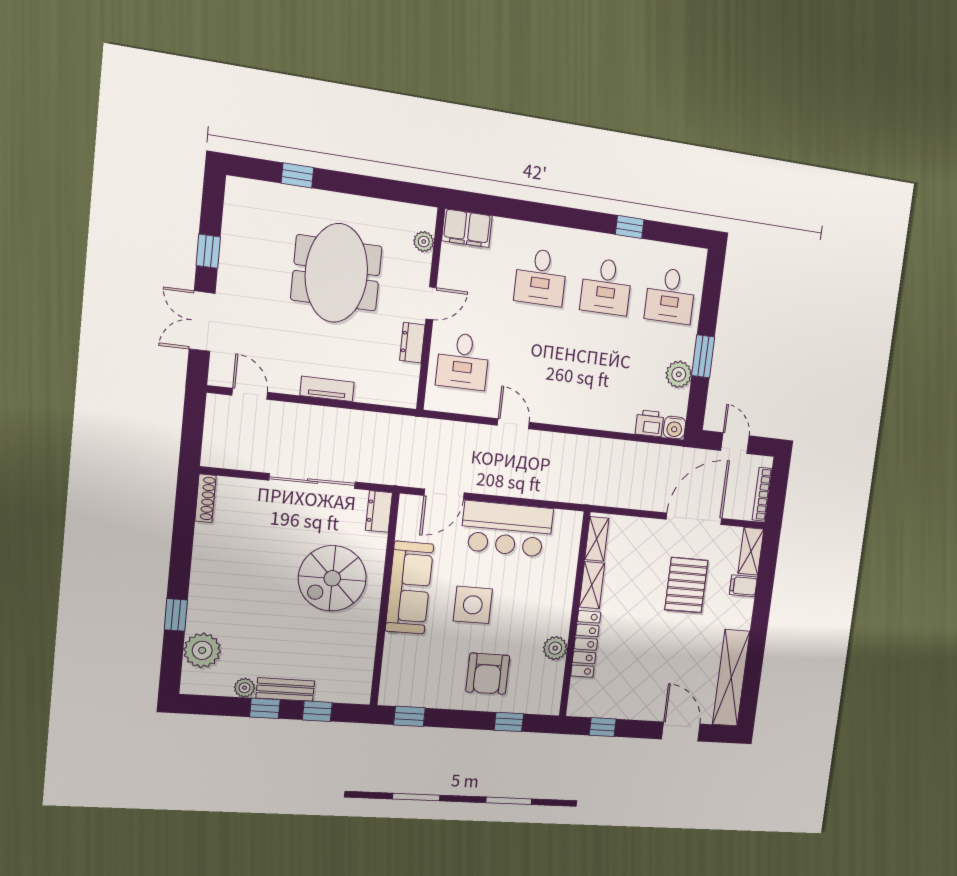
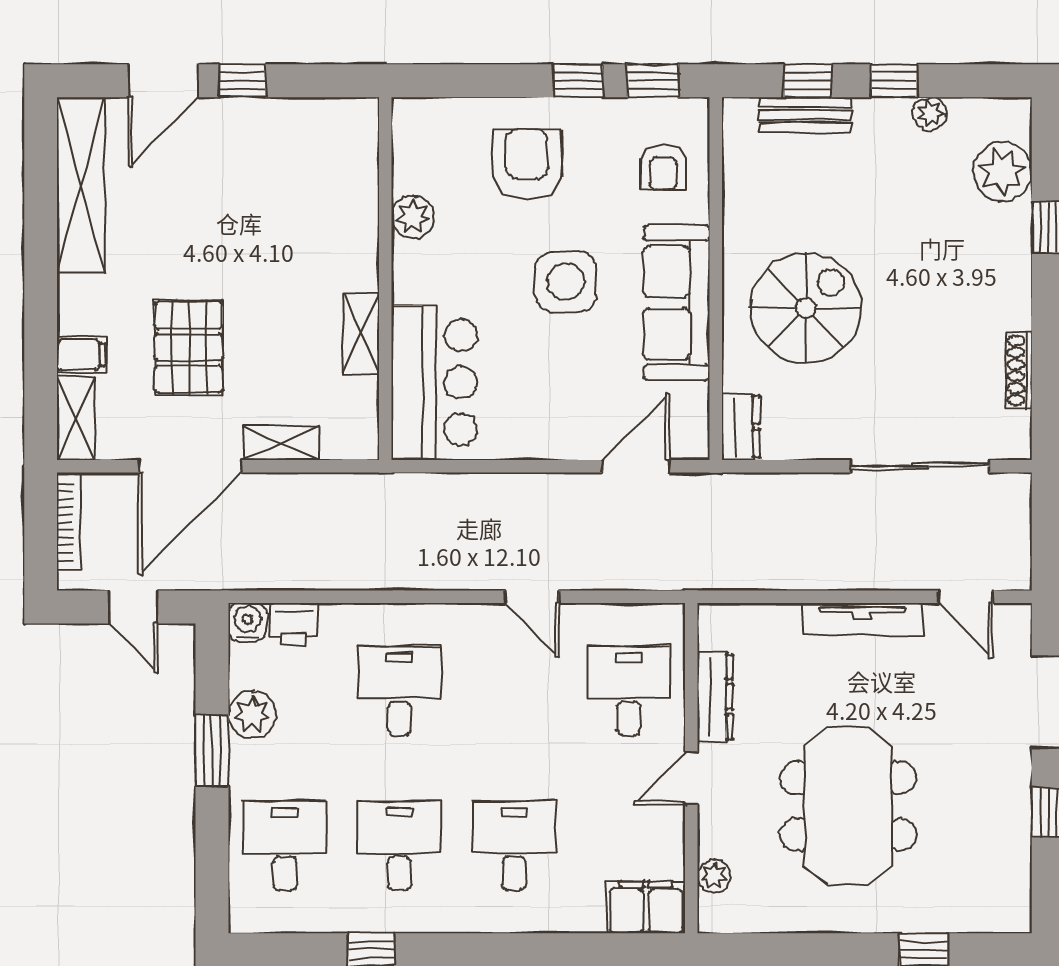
dresser: (412, 343) -> (715, 697), width x1.44
desk: (595, 378) -> (399, 691), added
tv unit: (327, 389) -> (862, 619), width x1.41
sliding door: (312, 481) -> (920, 466), moved
shoe rack: (205, 498) -> (1019, 370), moved
bar counter: (507, 529) -> (434, 382), moved, turned 90
shelving: (597, 539) -> (281, 443), moved, turned 90
locker: (586, 644) -> (359, 228), removed
armchair: (409, 667) -> (663, 167), added
bench: (285, 690) -> (805, 115), moved
window: (509, 722) -> (578, 81), moved
window: (603, 727) -> (242, 81), moved
door: (681, 731) -> (163, 81), hinge flipped

